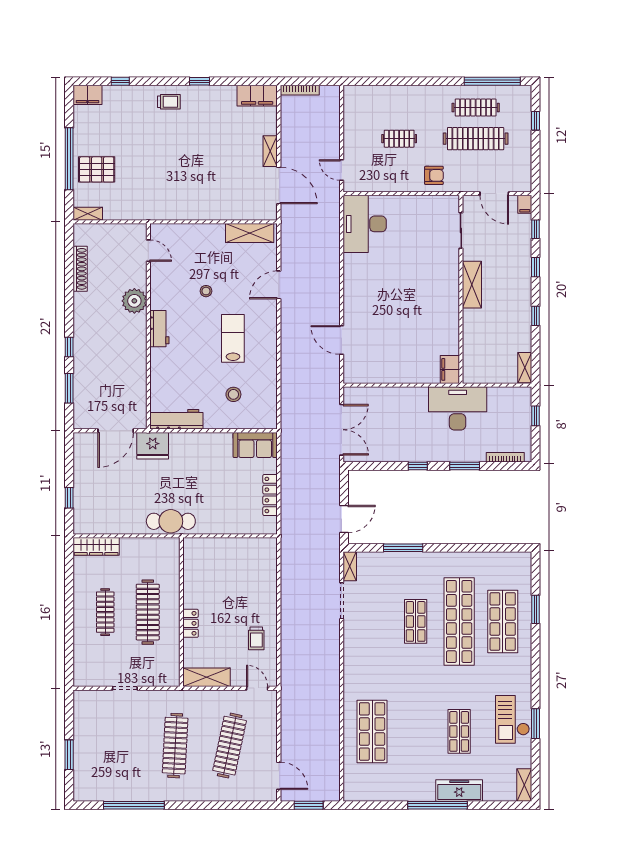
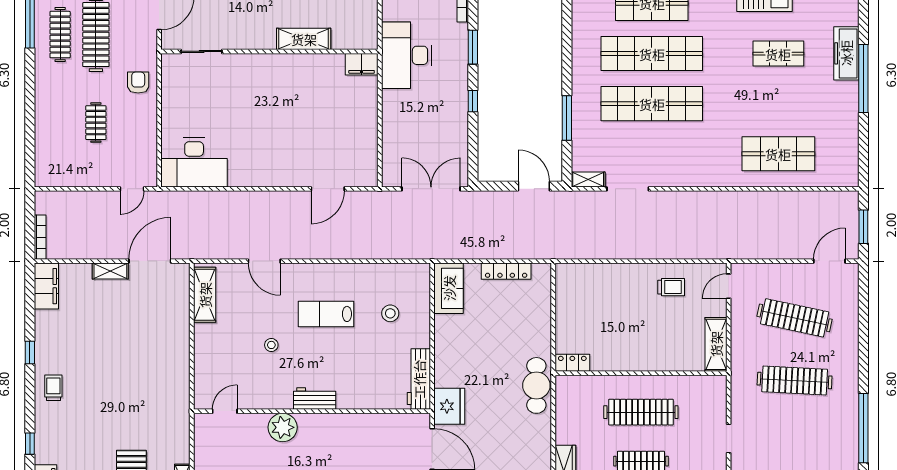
shelving: (472, 285) -> (304, 39), moved
shop shelf: (416, 621) -> (652, 104), width x2.00, depth x1.36
locker: (191, 623) -> (572, 363), moved

